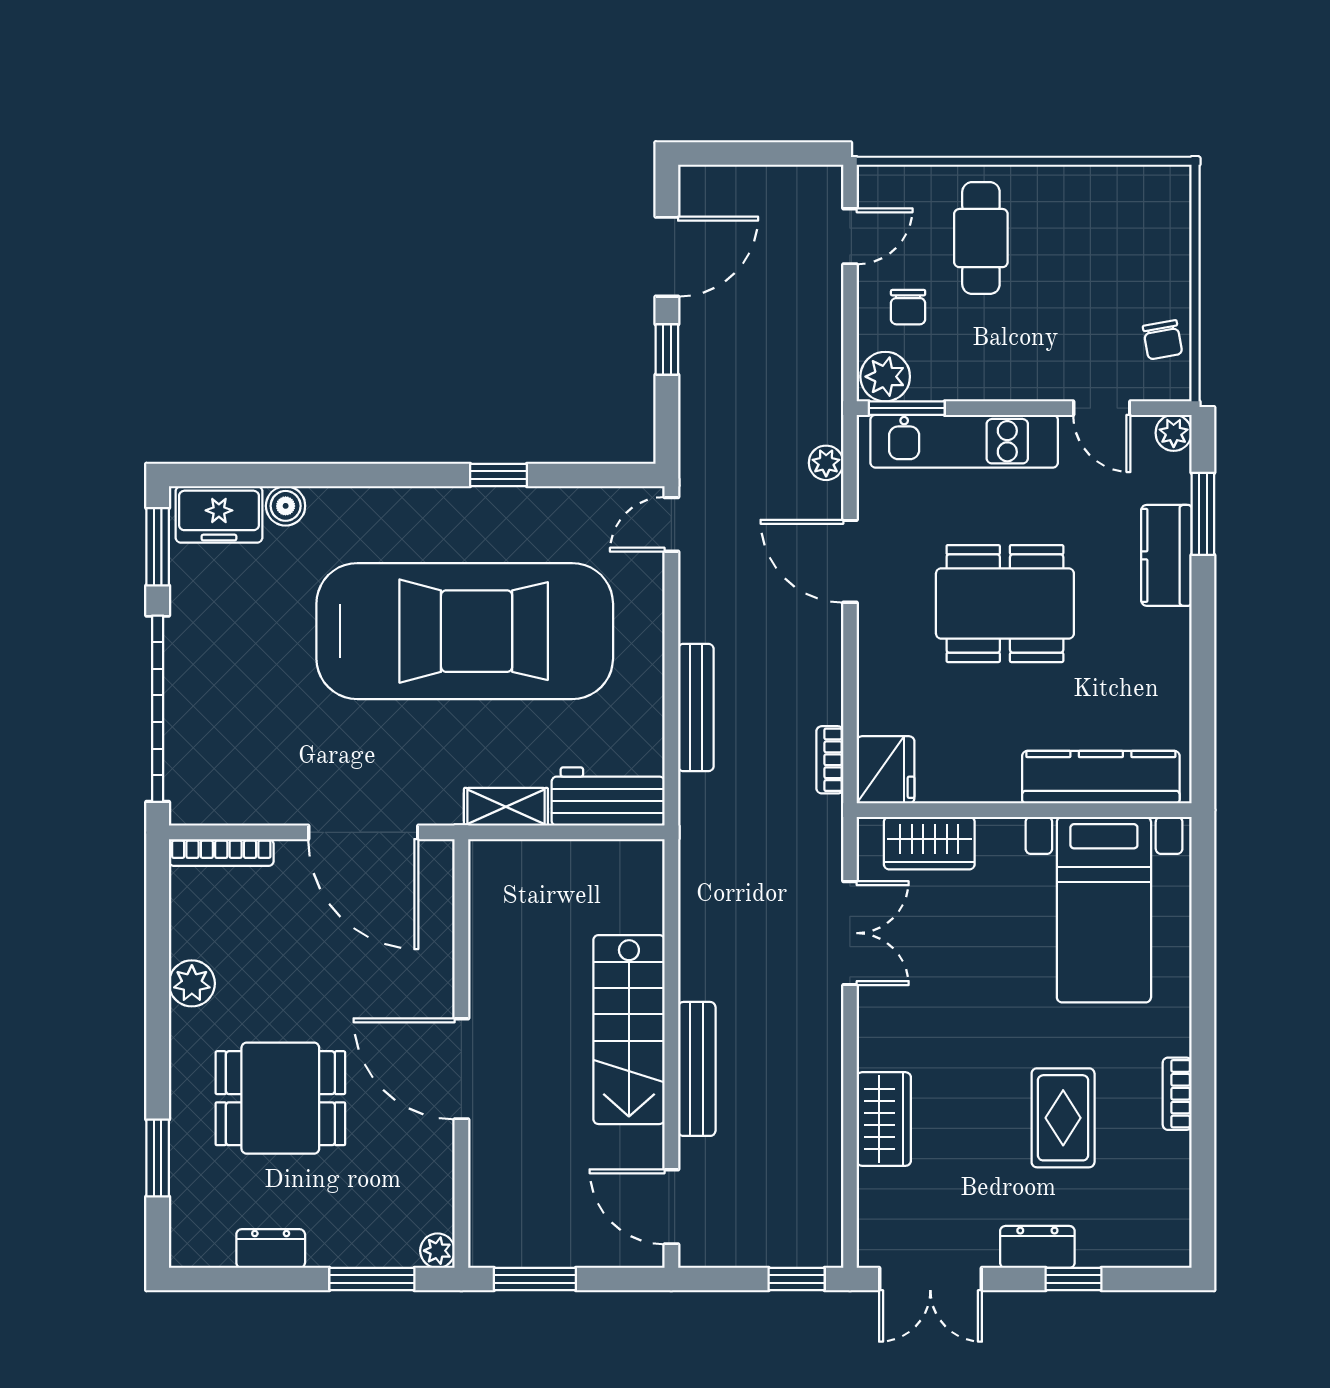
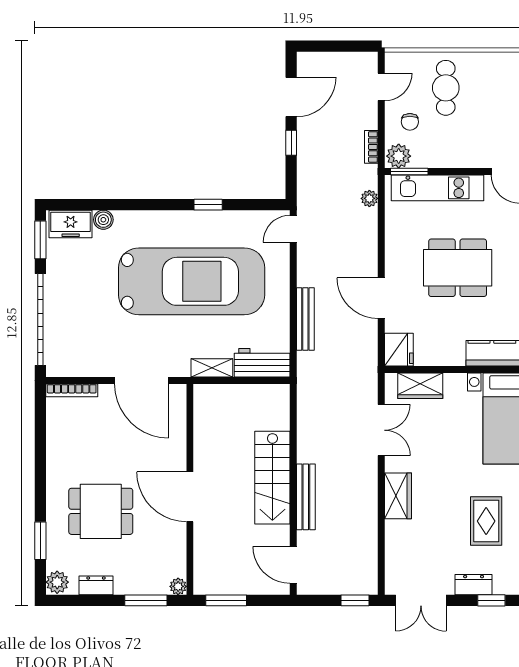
door: (850, 561) -> (381, 298), moved
bookcase: (830, 760) -> (371, 147), moved
plant: (192, 983) -> (57, 582), moved
wardrobe: (884, 1119) -> (398, 496), moved

